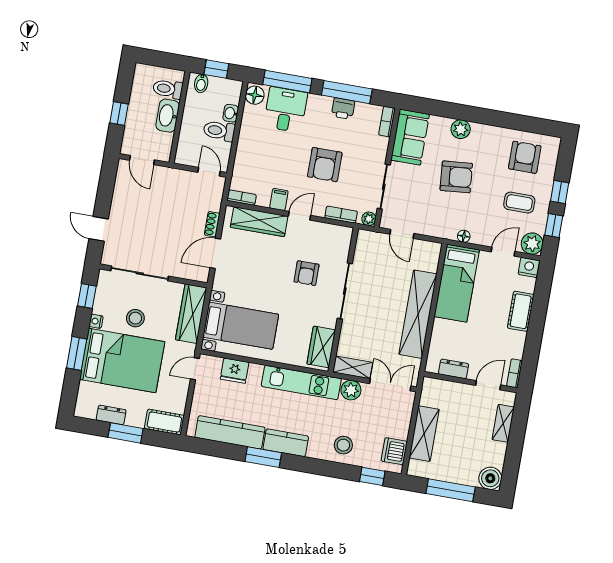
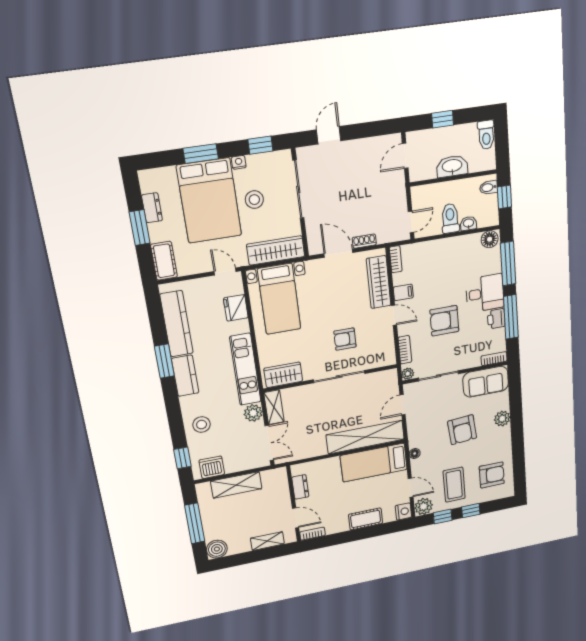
toilet: (168, 89) -> (486, 135), moved, turned 180
desk: (285, 110) -> (485, 293), moved
coffee table: (519, 203) -> (454, 485), width x1.36, depth x1.30
shelving: (418, 314) -> (365, 437), moved

